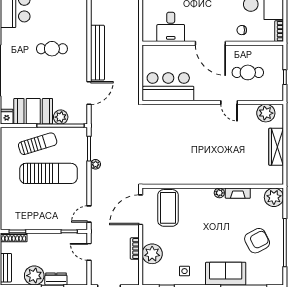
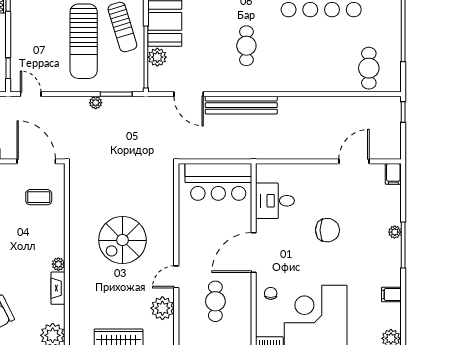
bar counter: (168, 87) -> (218, 182), moved, turned 90
plant: (266, 113) -> (162, 308), moved
spiral stairs: (201, 144) -> (122, 240), added
coffee table: (168, 208) -> (39, 197), width x0.54, depth x0.58

